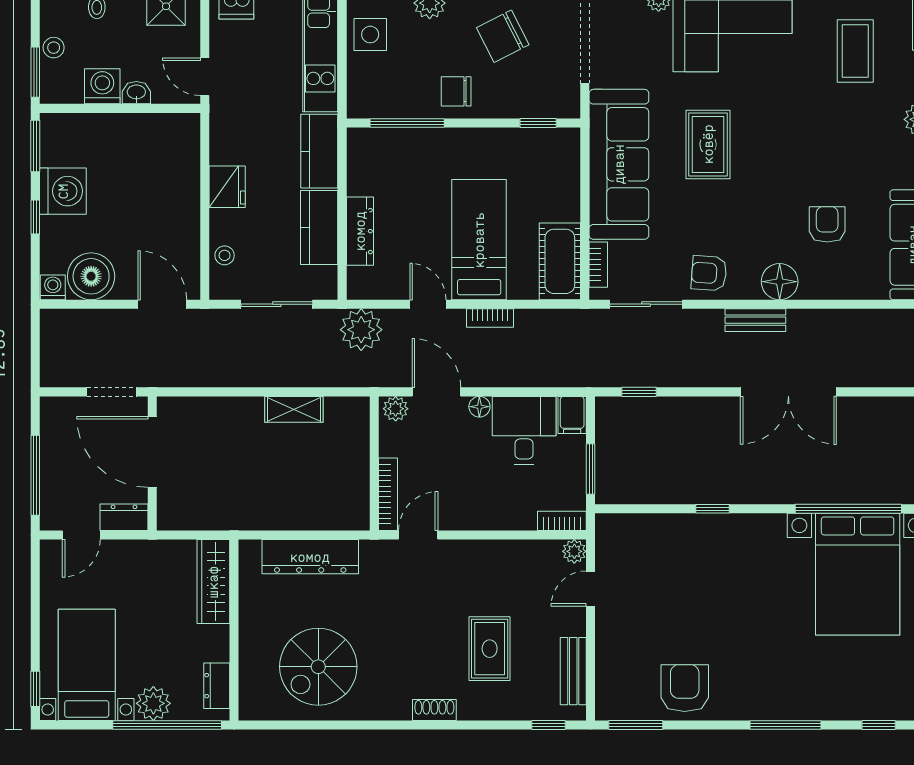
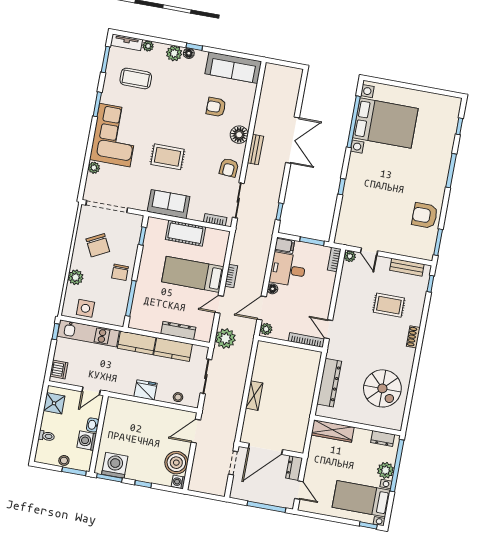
sofa: (619, 164) -> (169, 204), width x0.54, depth x0.79
washing machine: (63, 191) -> (115, 465), moved
cot: (560, 261) -> (185, 233), moved
shelving: (294, 409) -> (254, 396), moved

